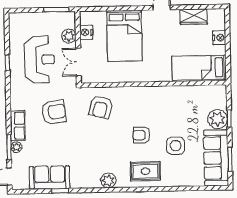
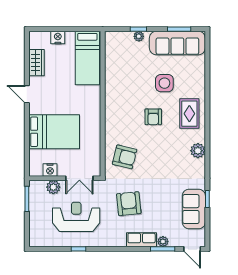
plant: (218, 119) -> (139, 36), width x0.53, depth x0.53

